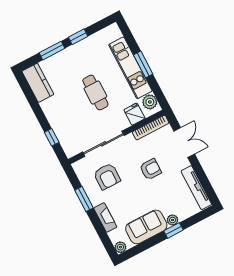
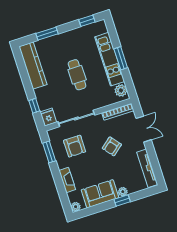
window: (78, 37) -> (87, 21), moved
kitchen counter: (38, 83) -> (33, 66), width x1.50
fridge: (134, 114) -> (48, 117), moved
armchair: (151, 169) -> (112, 146), turned 141
window: (84, 199) -> (49, 152), moved

